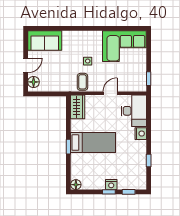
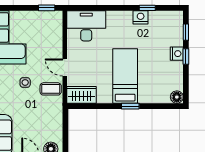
door: (110, 93) -> (65, 67), moved
nightstand: (141, 134) -> (141, 17), moved

